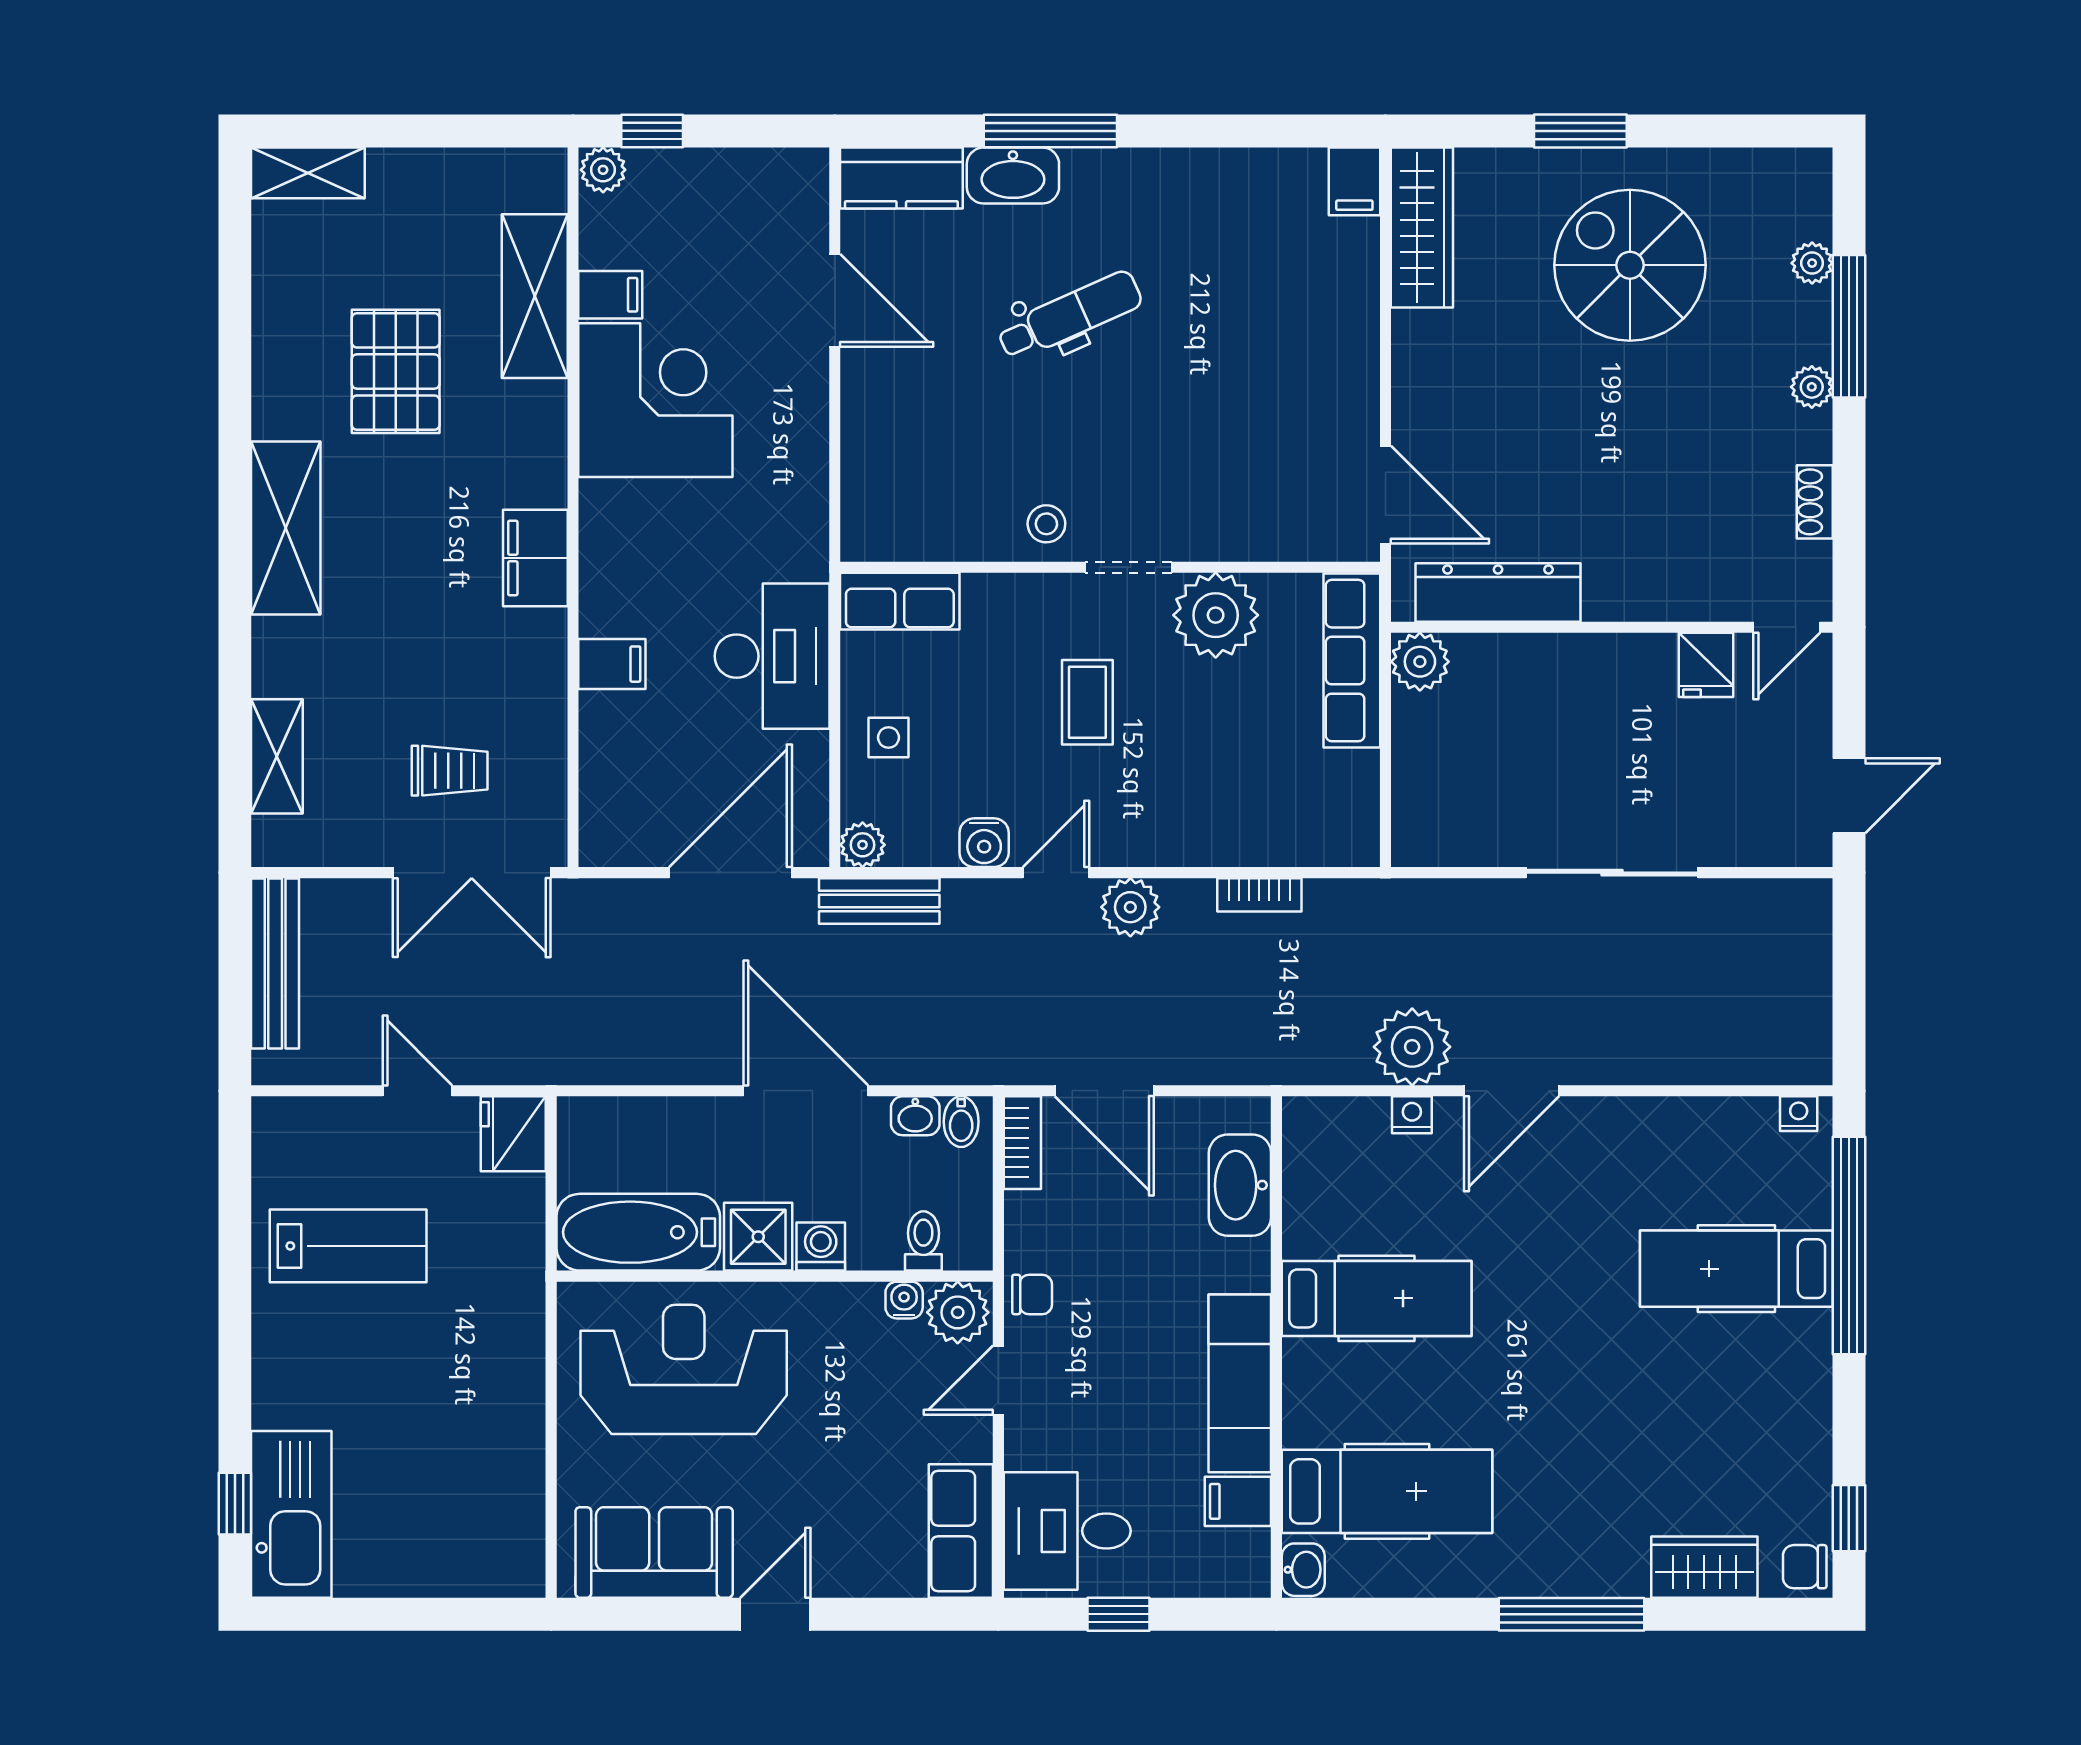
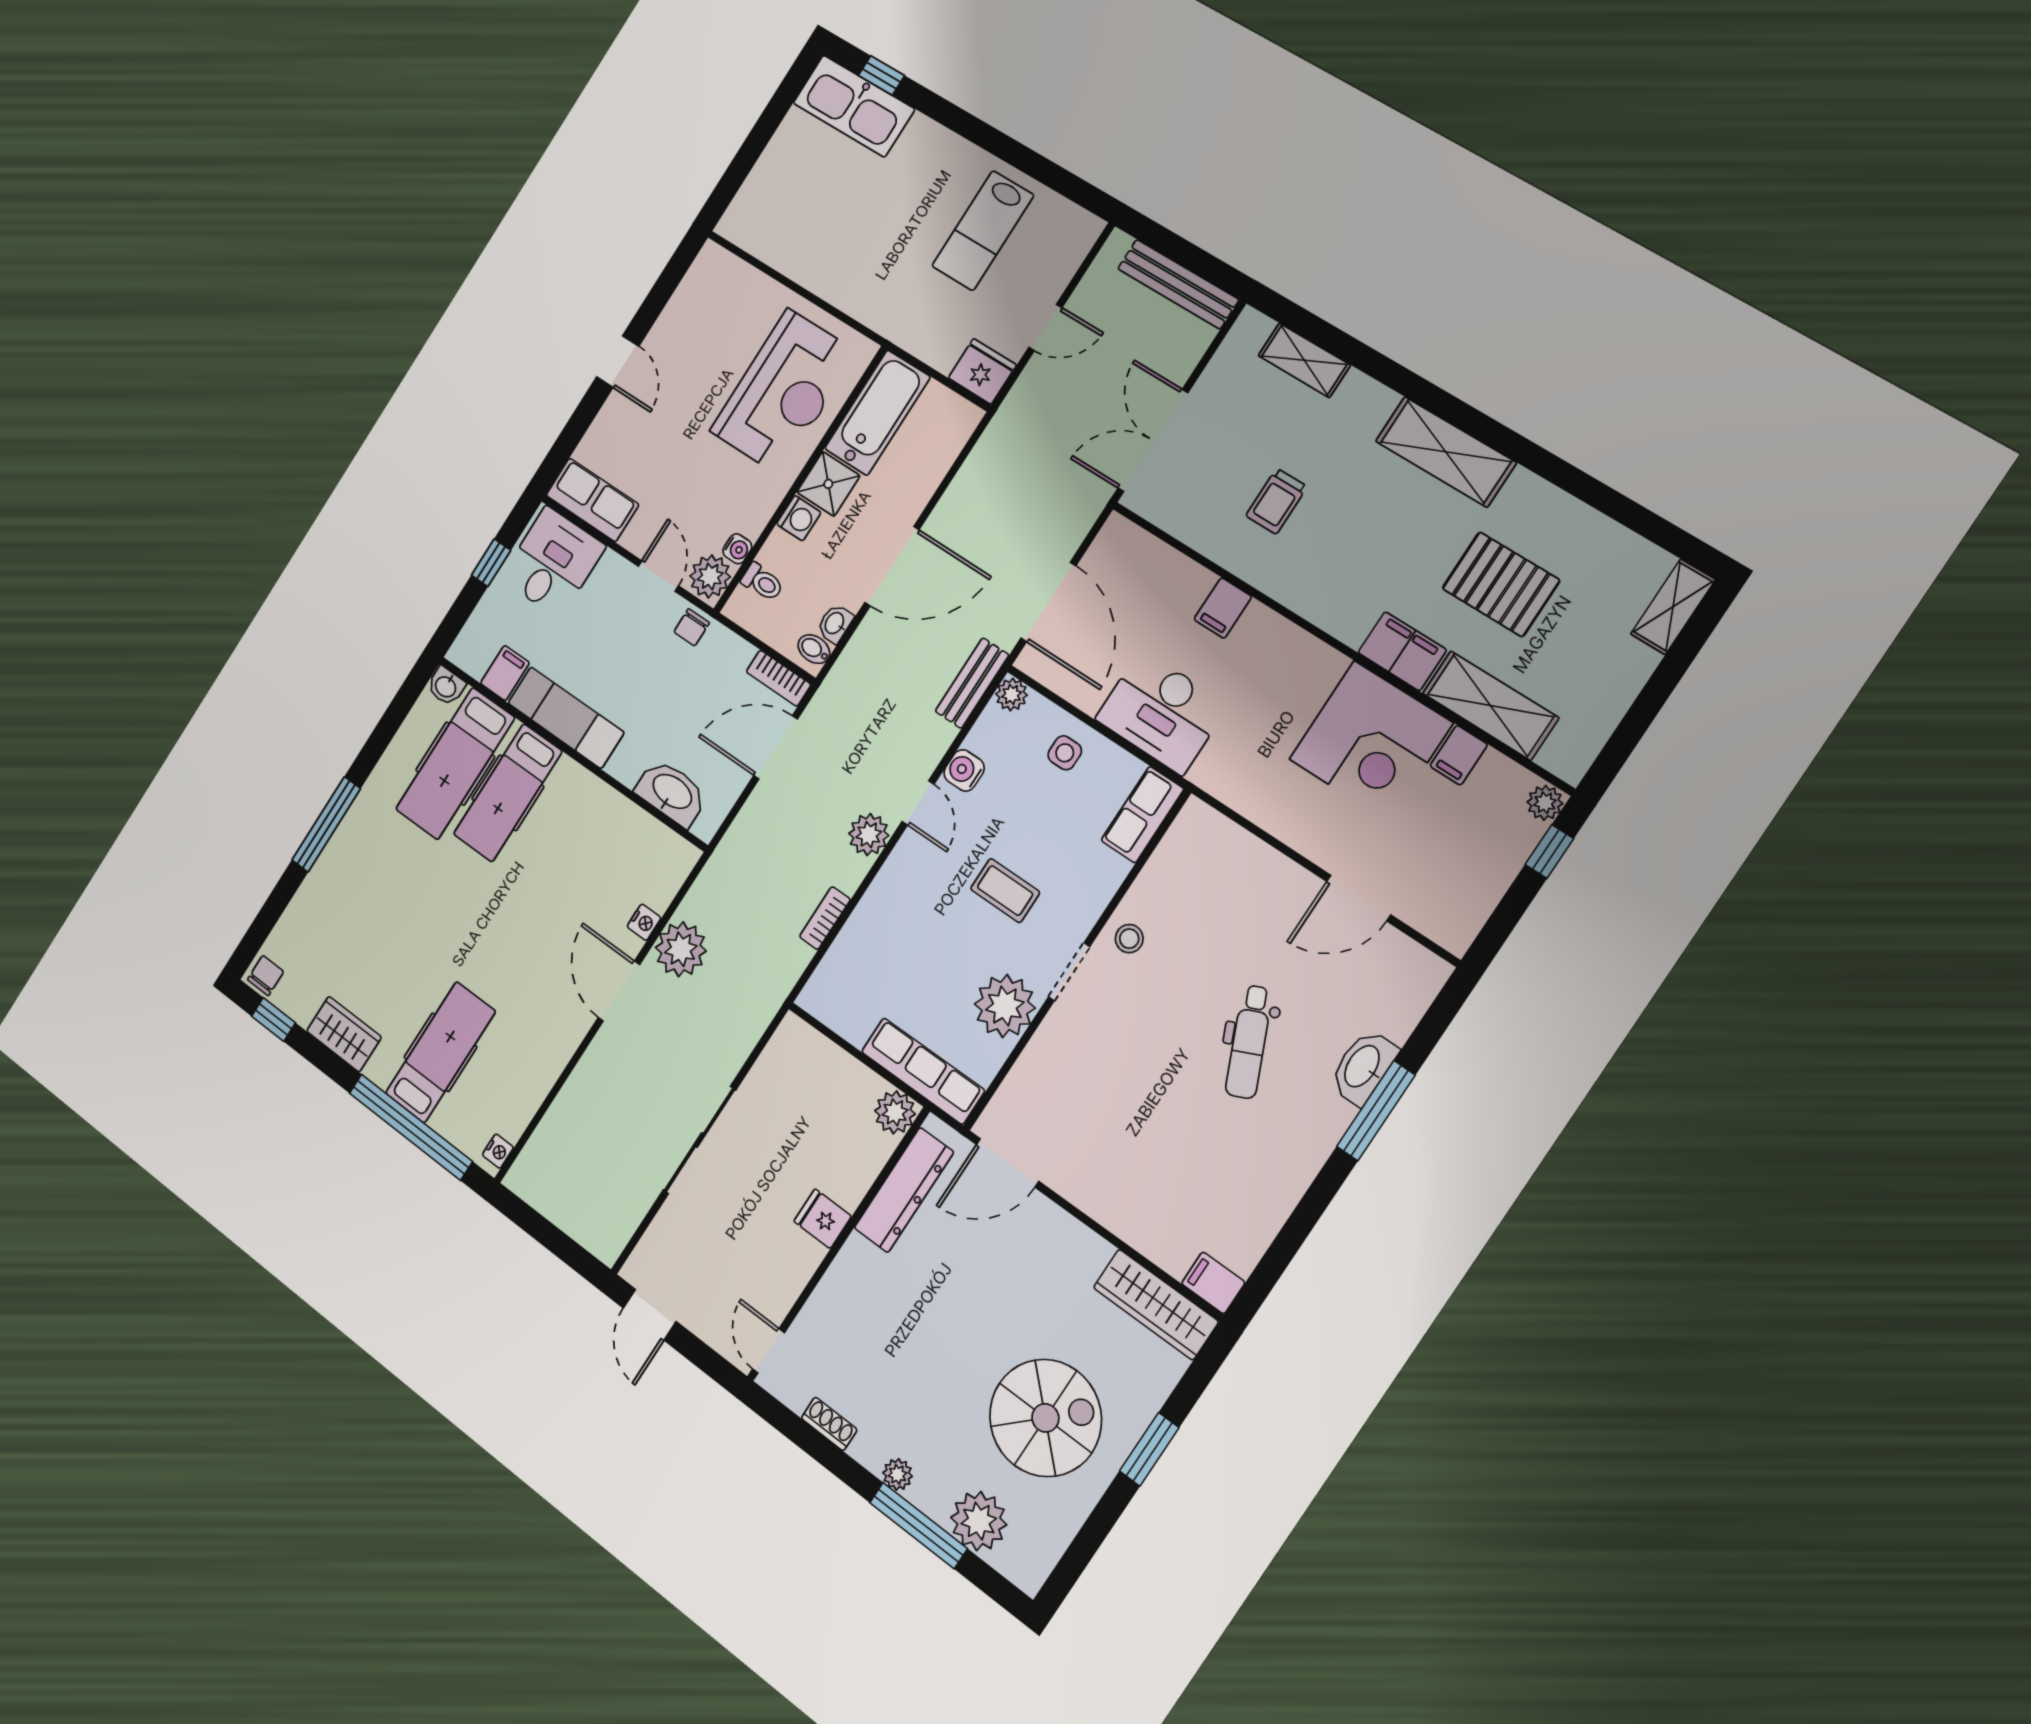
kitchen counter: (901, 178) -> (1410, 994), removed
plant: (1812, 263) -> (979, 1521), width x1.88, depth x1.88
filing cabinet: (535, 558) -> (1402, 651), moved
fridge: (1706, 665) -> (823, 1219), moved
trolley: (450, 771) -> (1276, 501), moved
hospital bed: (1377, 1298) -> (508, 793), moved
sofa: (654, 1552) -> (696, 311), removed
wardrobe: (1704, 1567) -> (344, 1034), moved, turned -90

